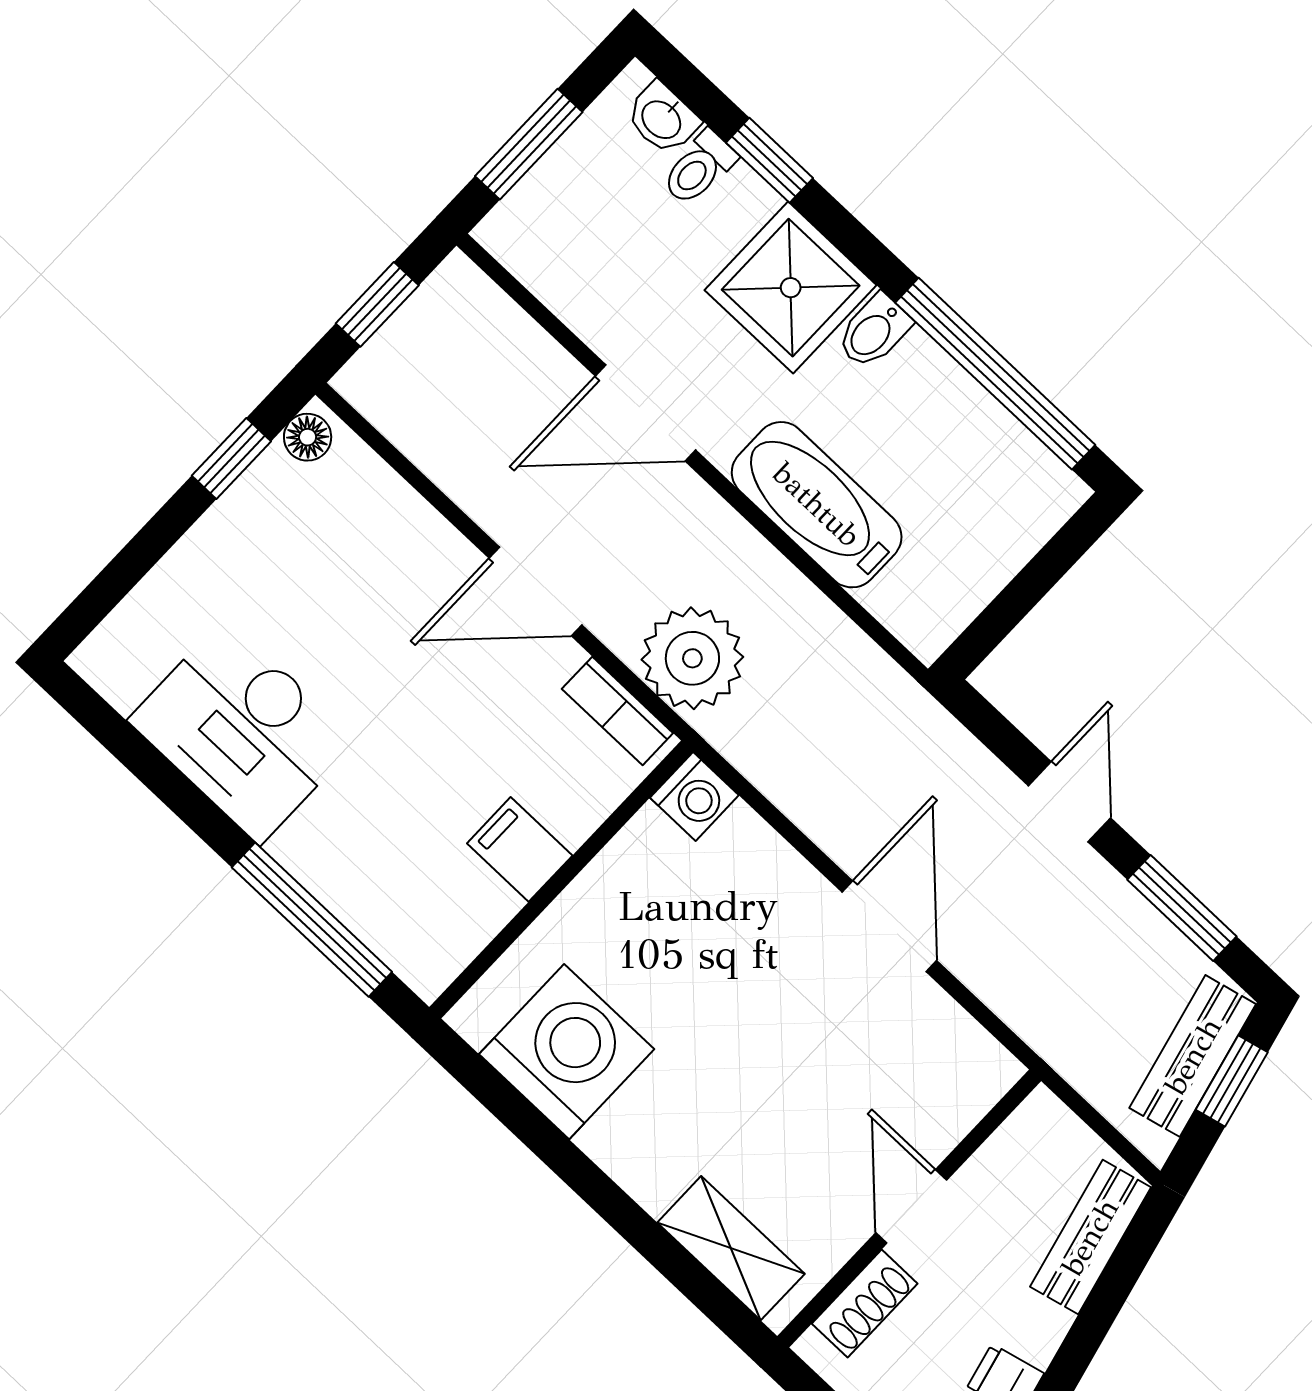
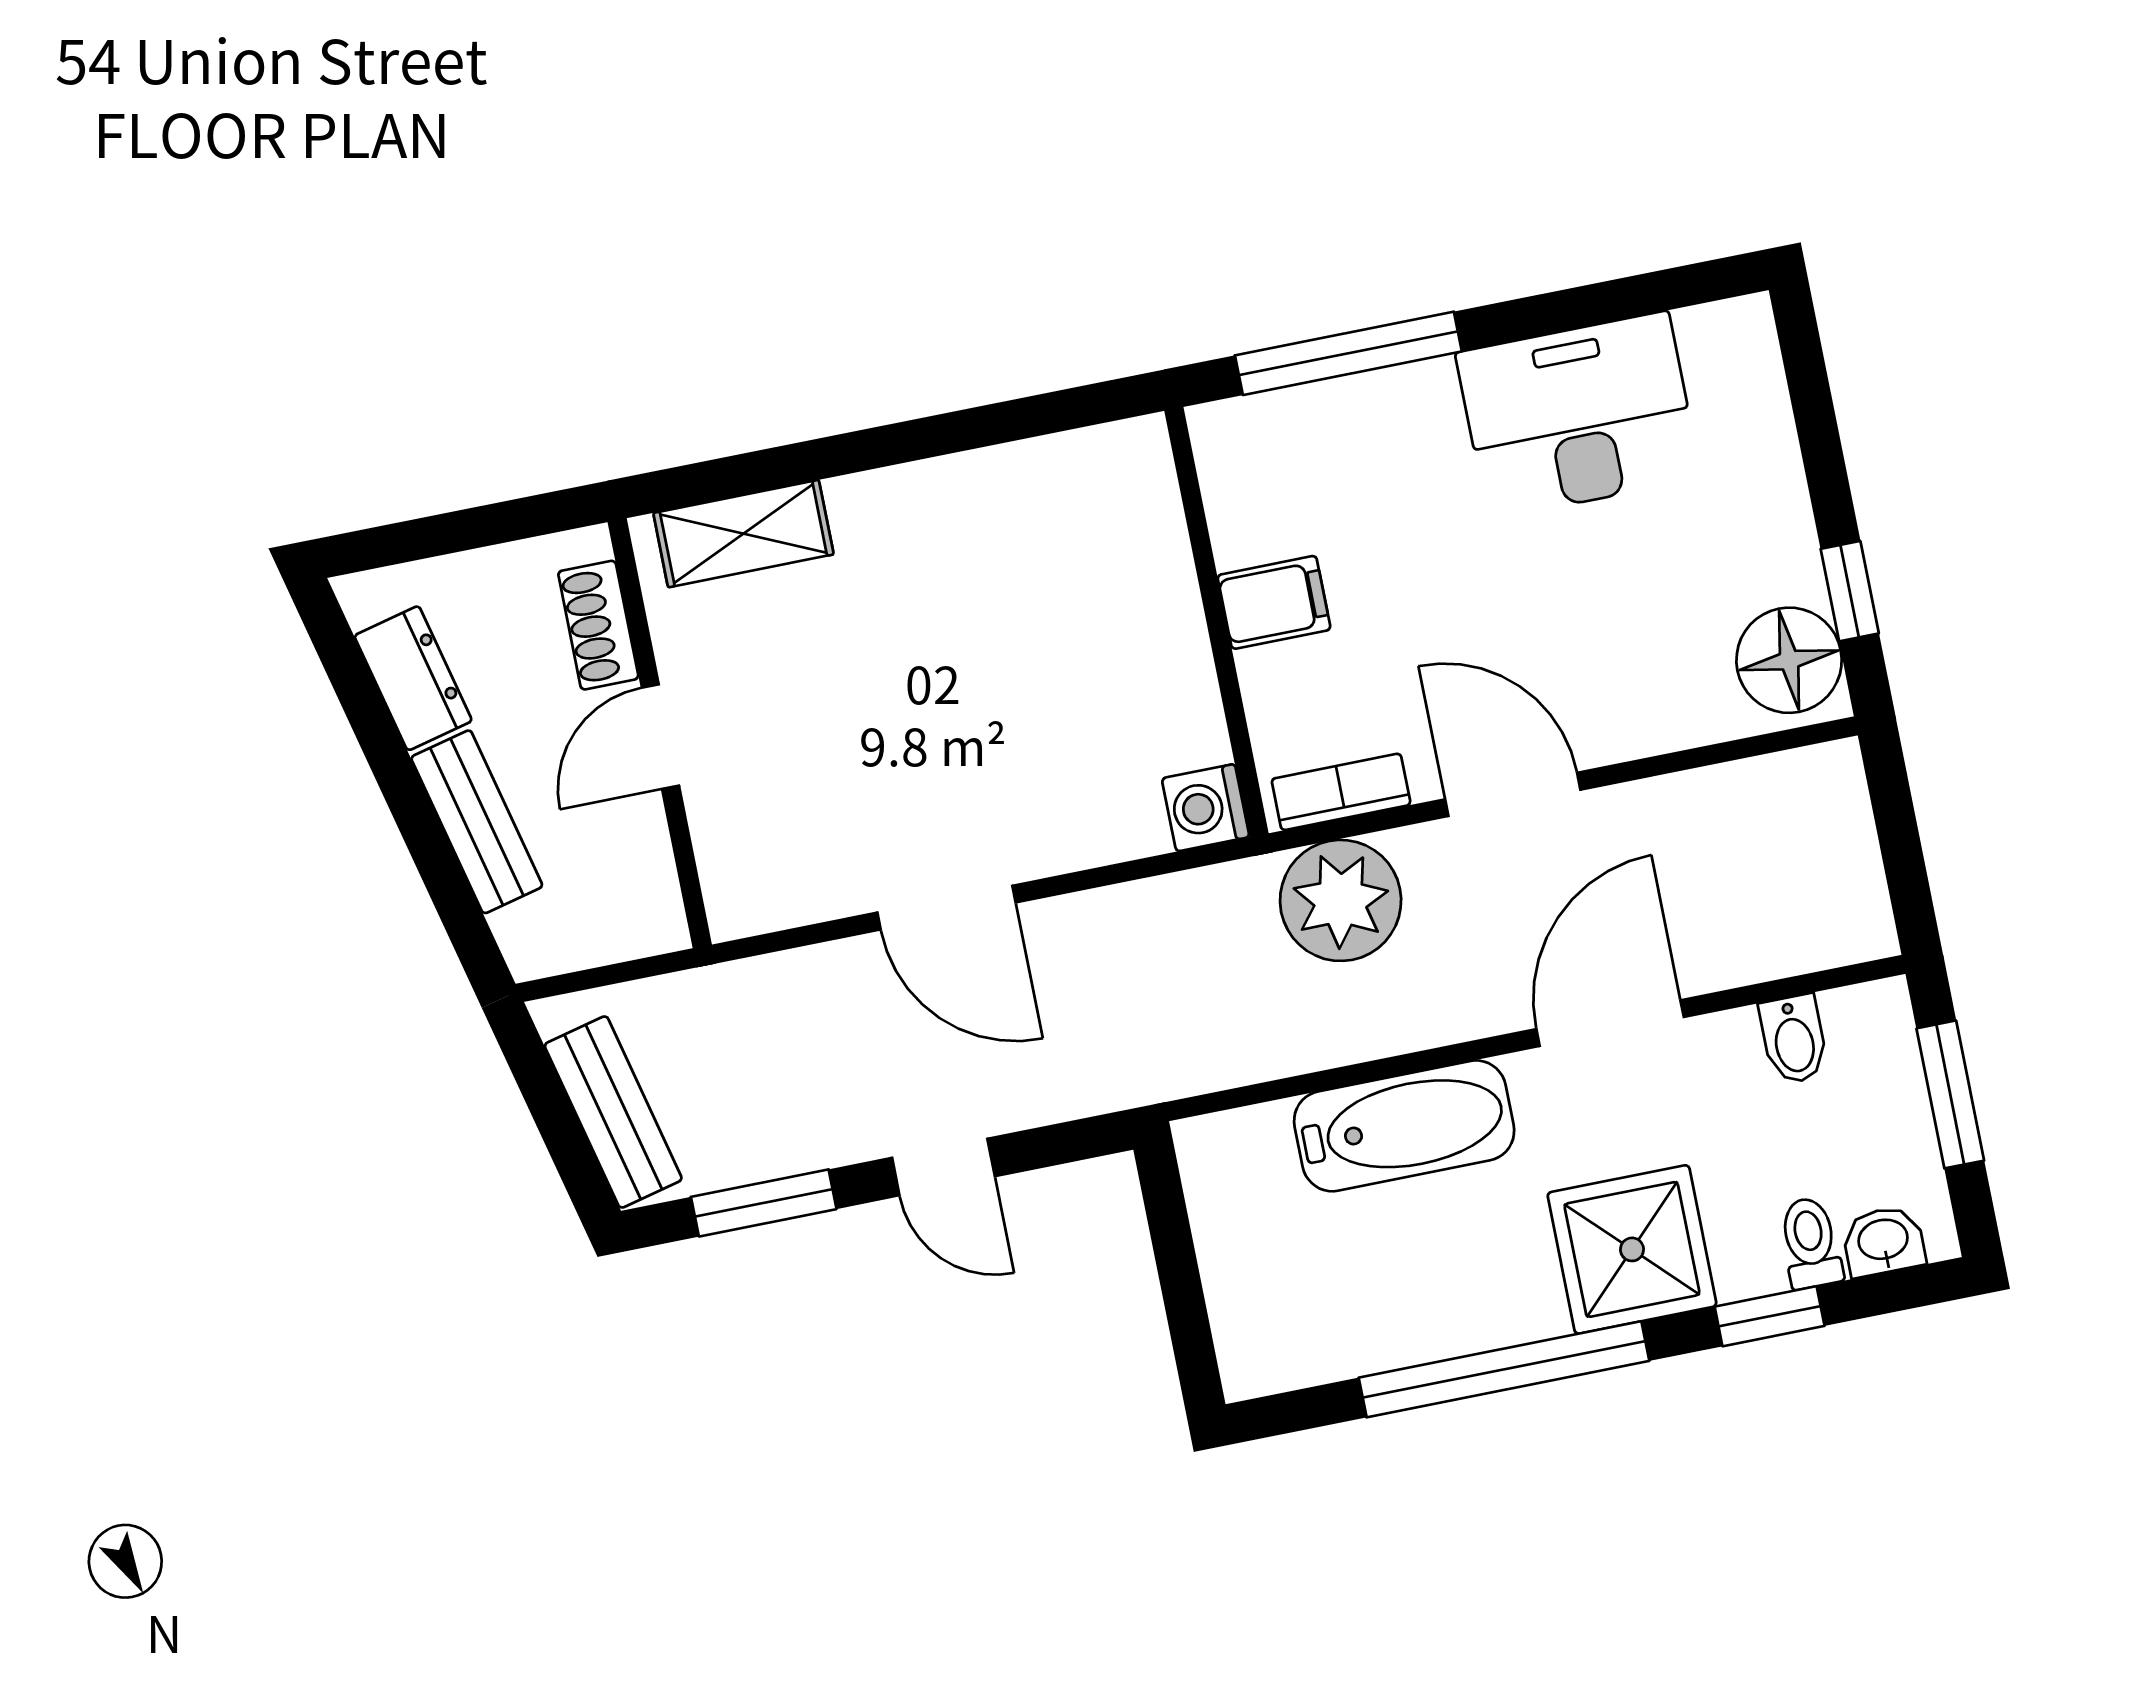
window: (377, 304) -> (1899, 838), removed
bidet: (874, 331) -> (1794, 1039), moved, turned 180
window: (995, 374) -> (1504, 1369), moved
floor lamp: (308, 437) -> (1789, 660), width x1.89, depth x1.89
door: (535, 592) -> (1513, 794), hinge flipped
washing machine: (567, 1052) -> (1046, 509), removed
window: (1232, 1081) -> (562, 1133), removed
door: (911, 1206) -> (660, 737), swing flipped
bench: (1090, 1237) -> (477, 822), moved

